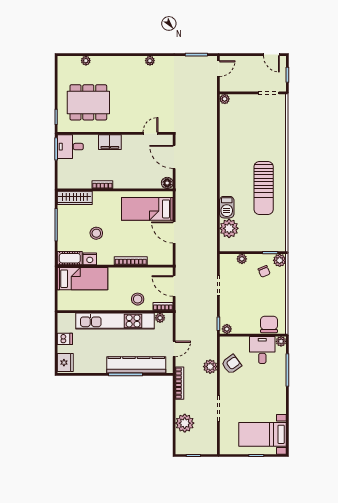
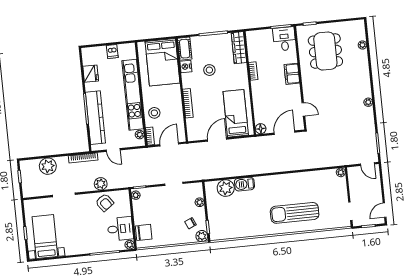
sun lounger: (264, 188) -> (295, 213), moved
bed: (82, 279) -> (162, 62), width x1.50
fridge: (65, 363) -> (91, 74), moved, turned -90

